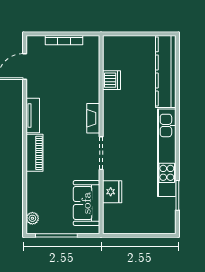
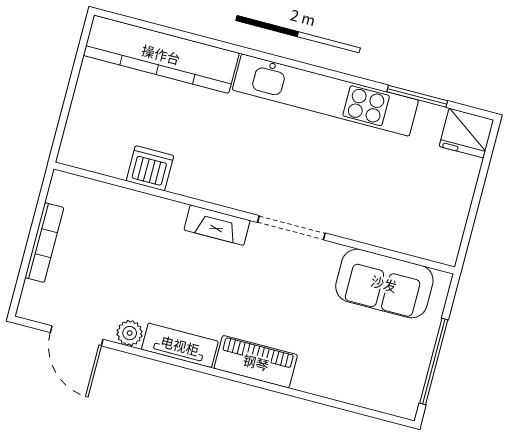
fridge: (112, 192) -> (466, 133), moved, turned 180
plant: (32, 218) -> (130, 333), moved

